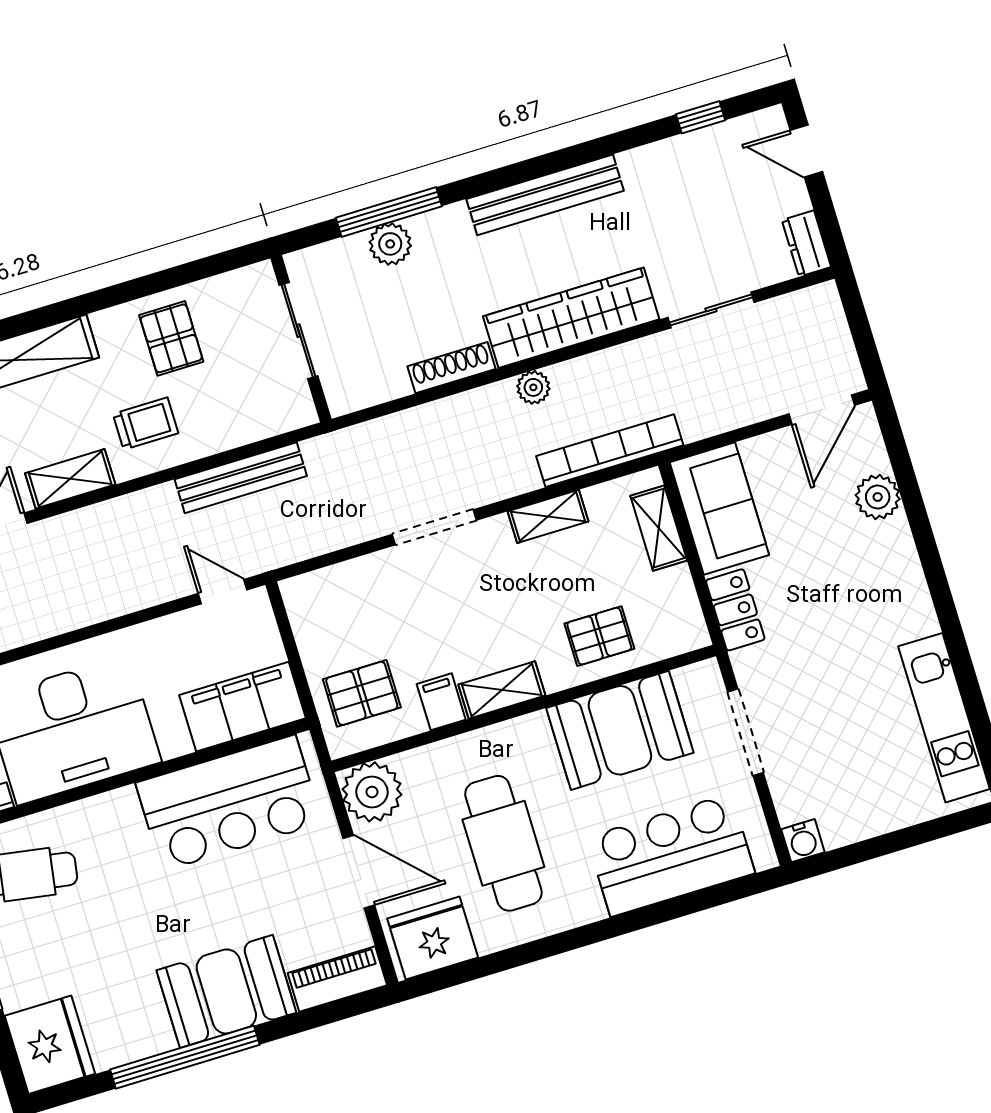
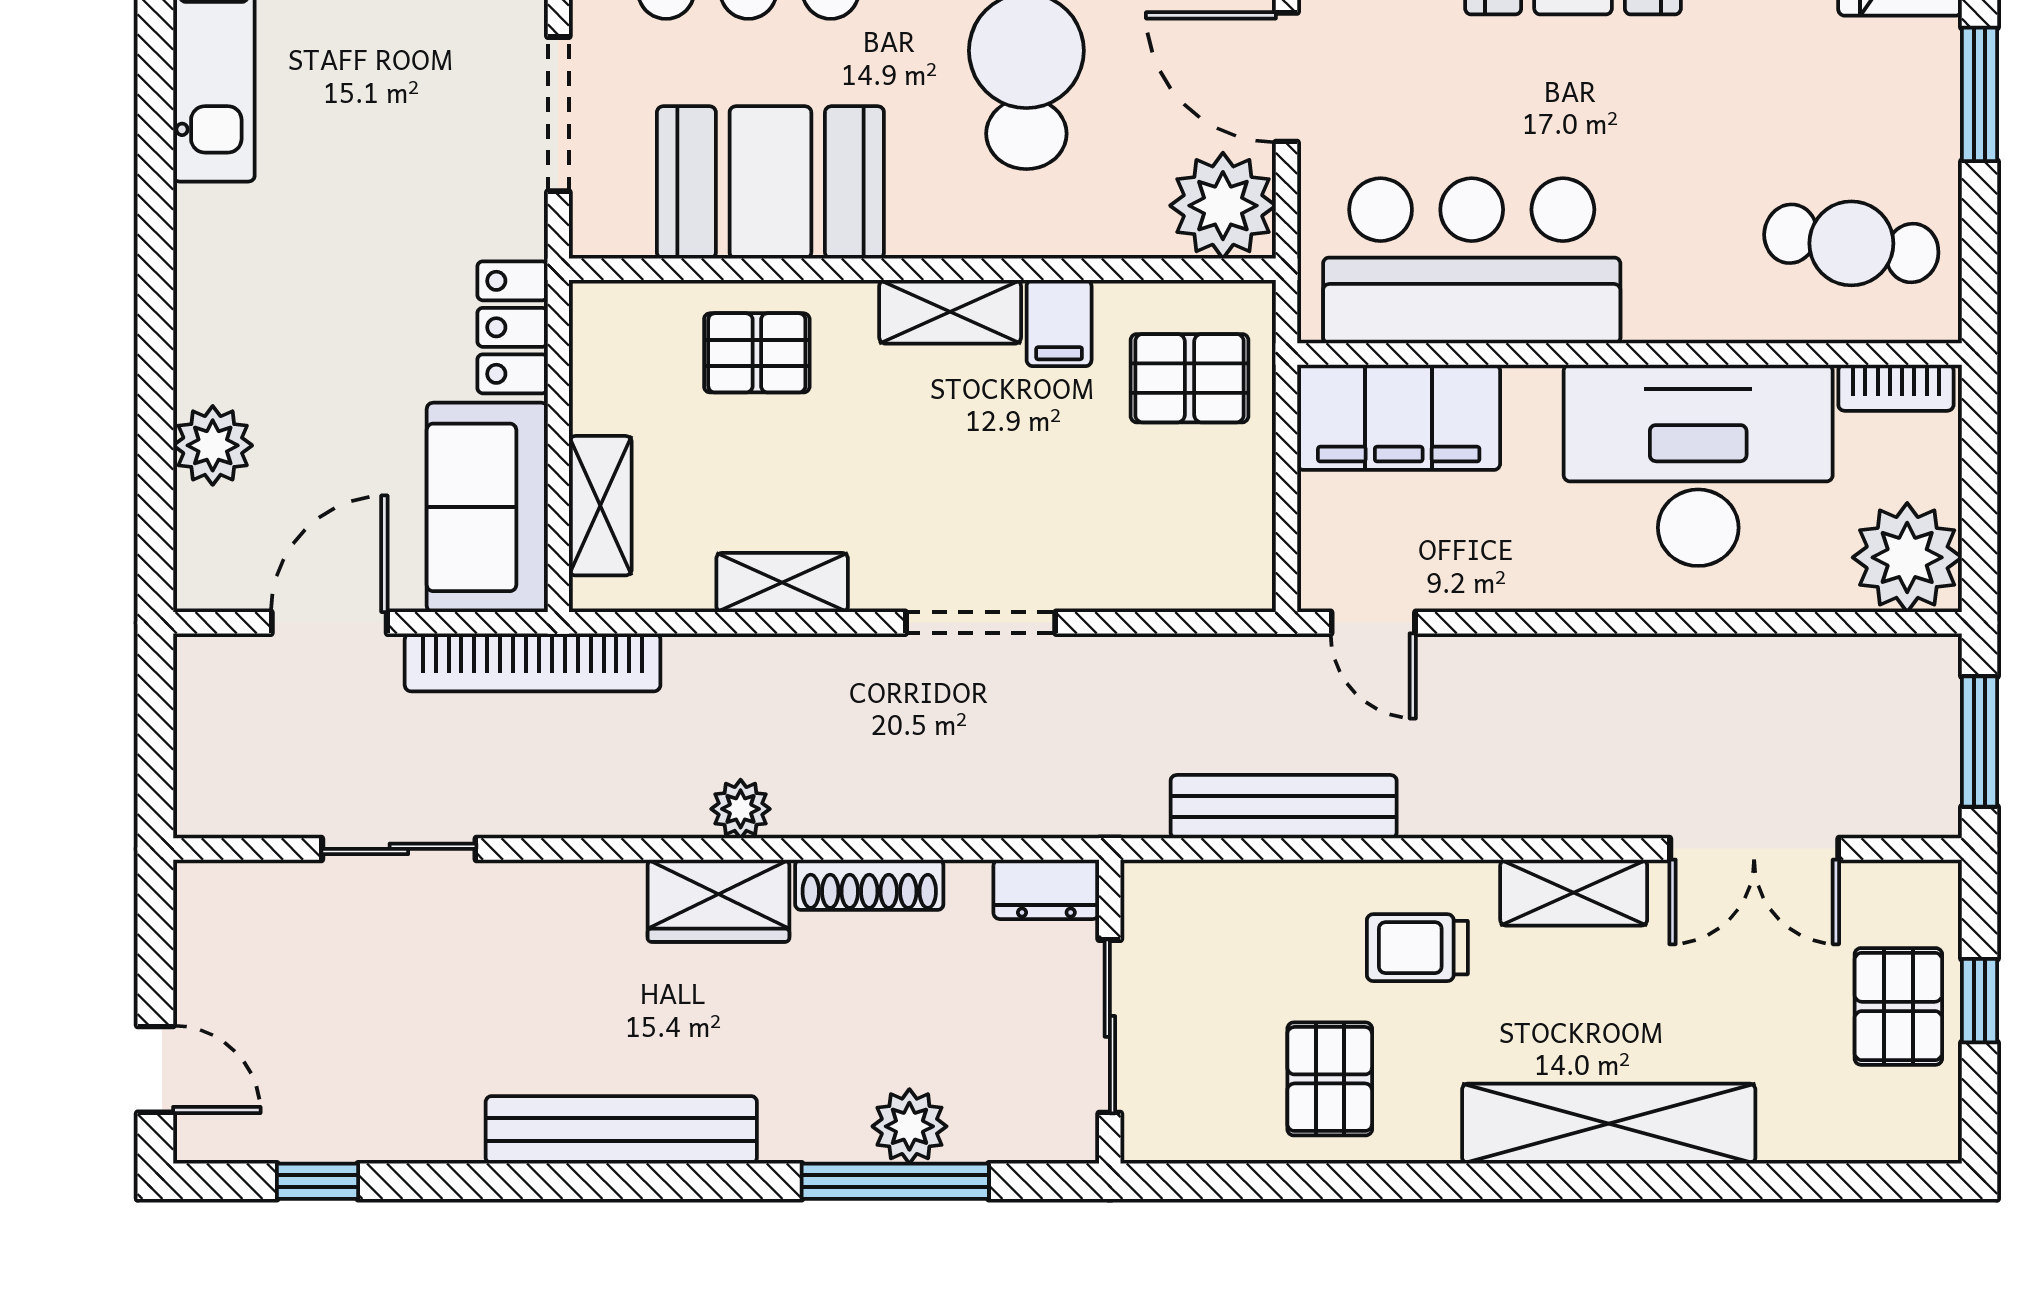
dresser: (806, 243) -> (1046, 889), moved, turned 90
wardrobe: (571, 318) -> (718, 901), width x0.48, depth x0.85
door: (822, 410) -> (329, 623), moved
bookcase: (610, 451) -> (533, 662), moved

